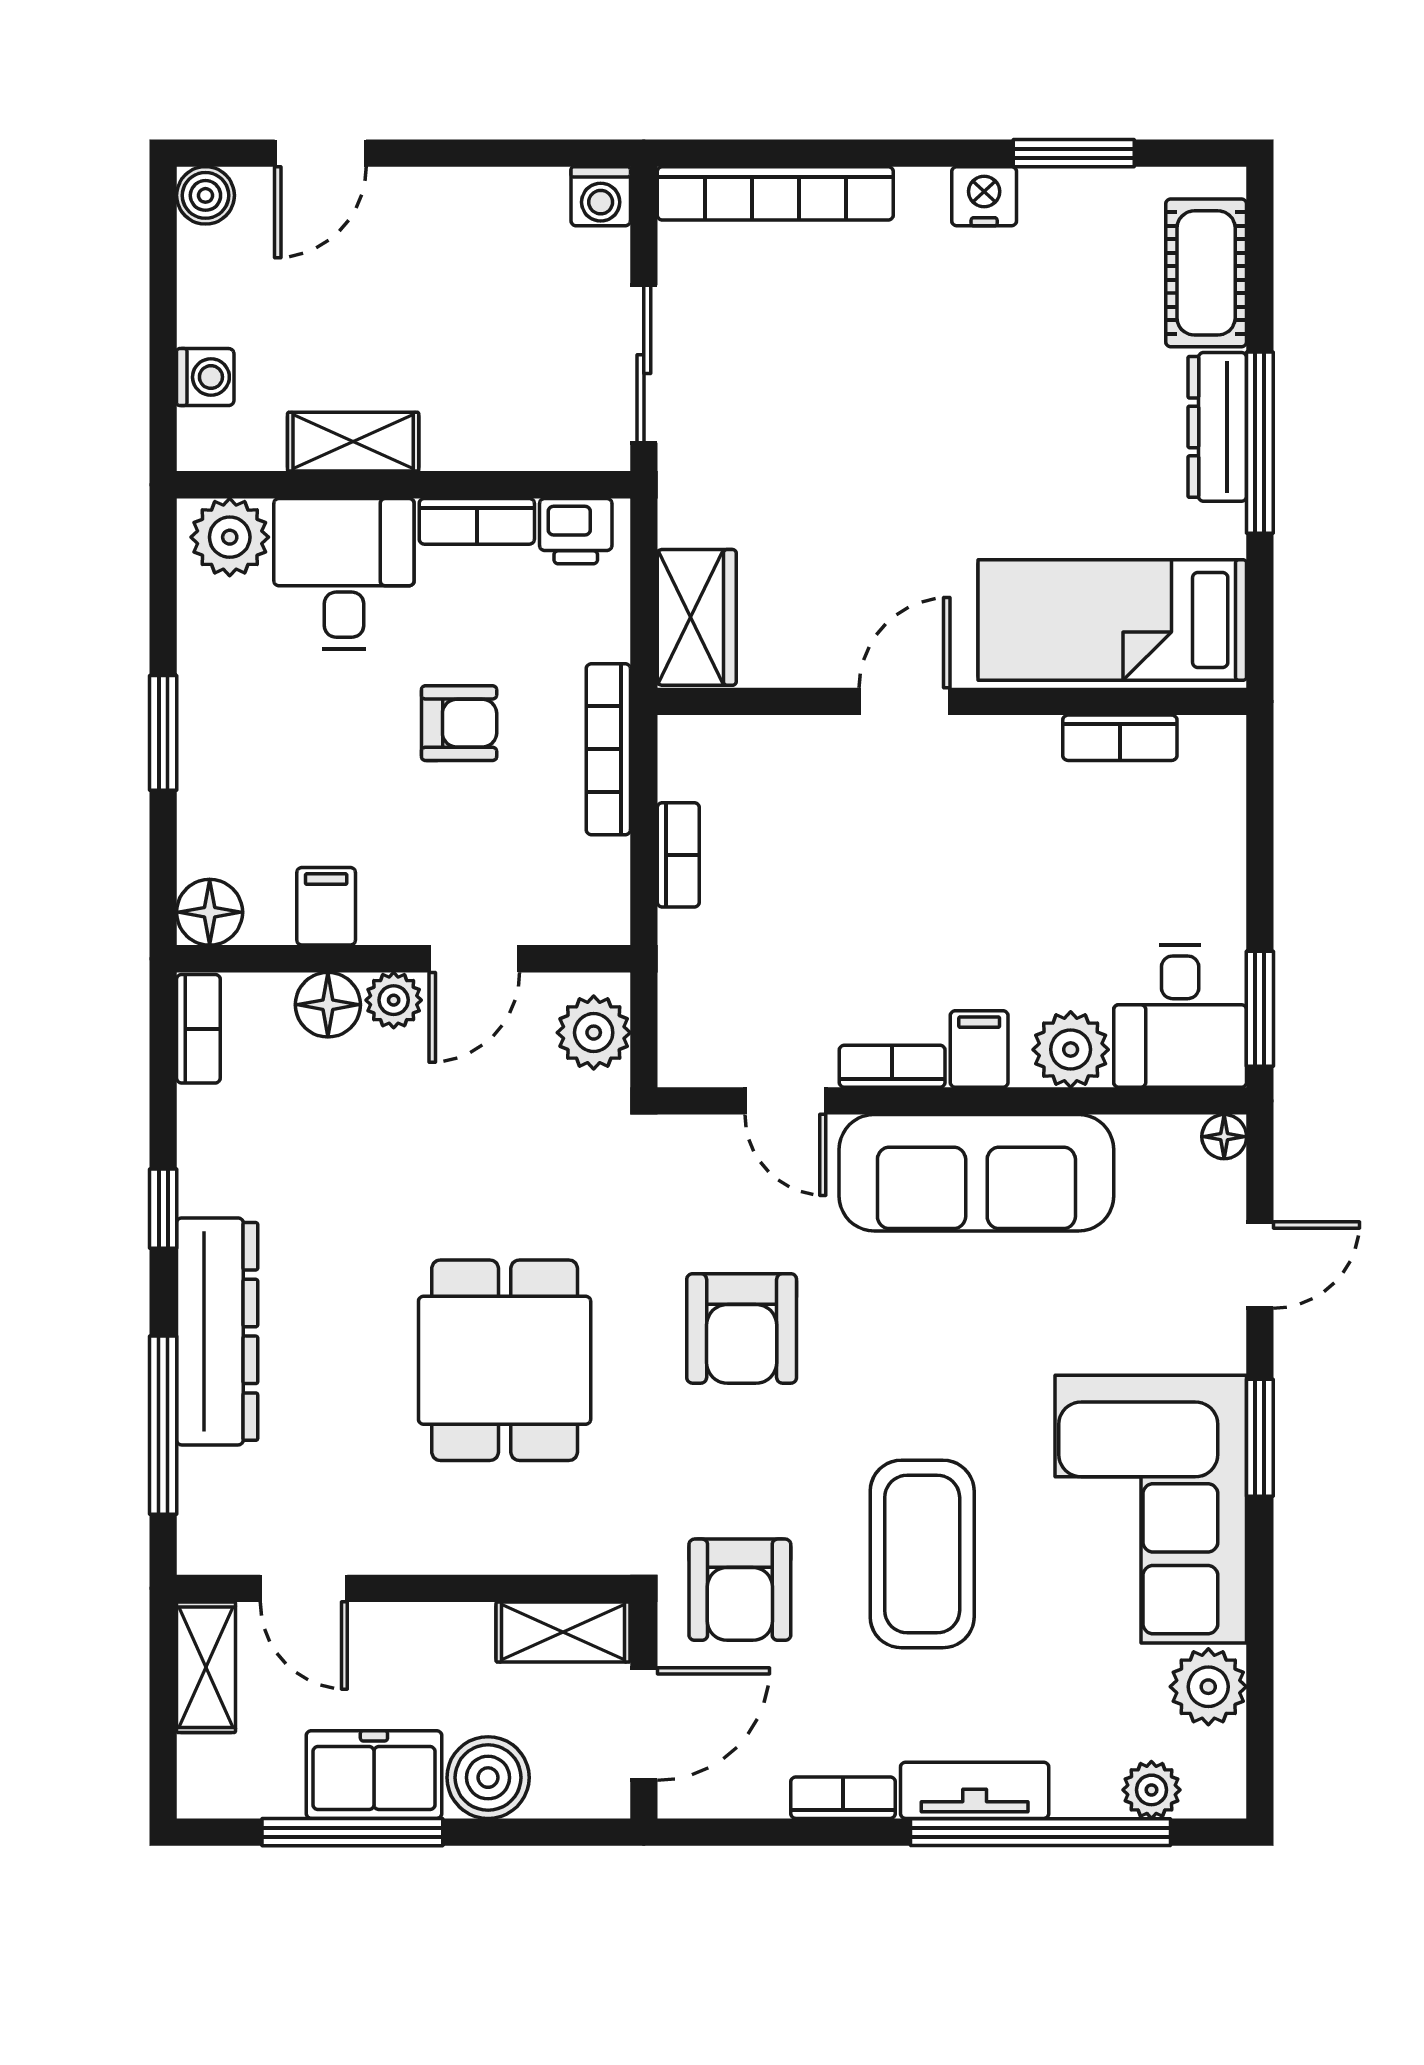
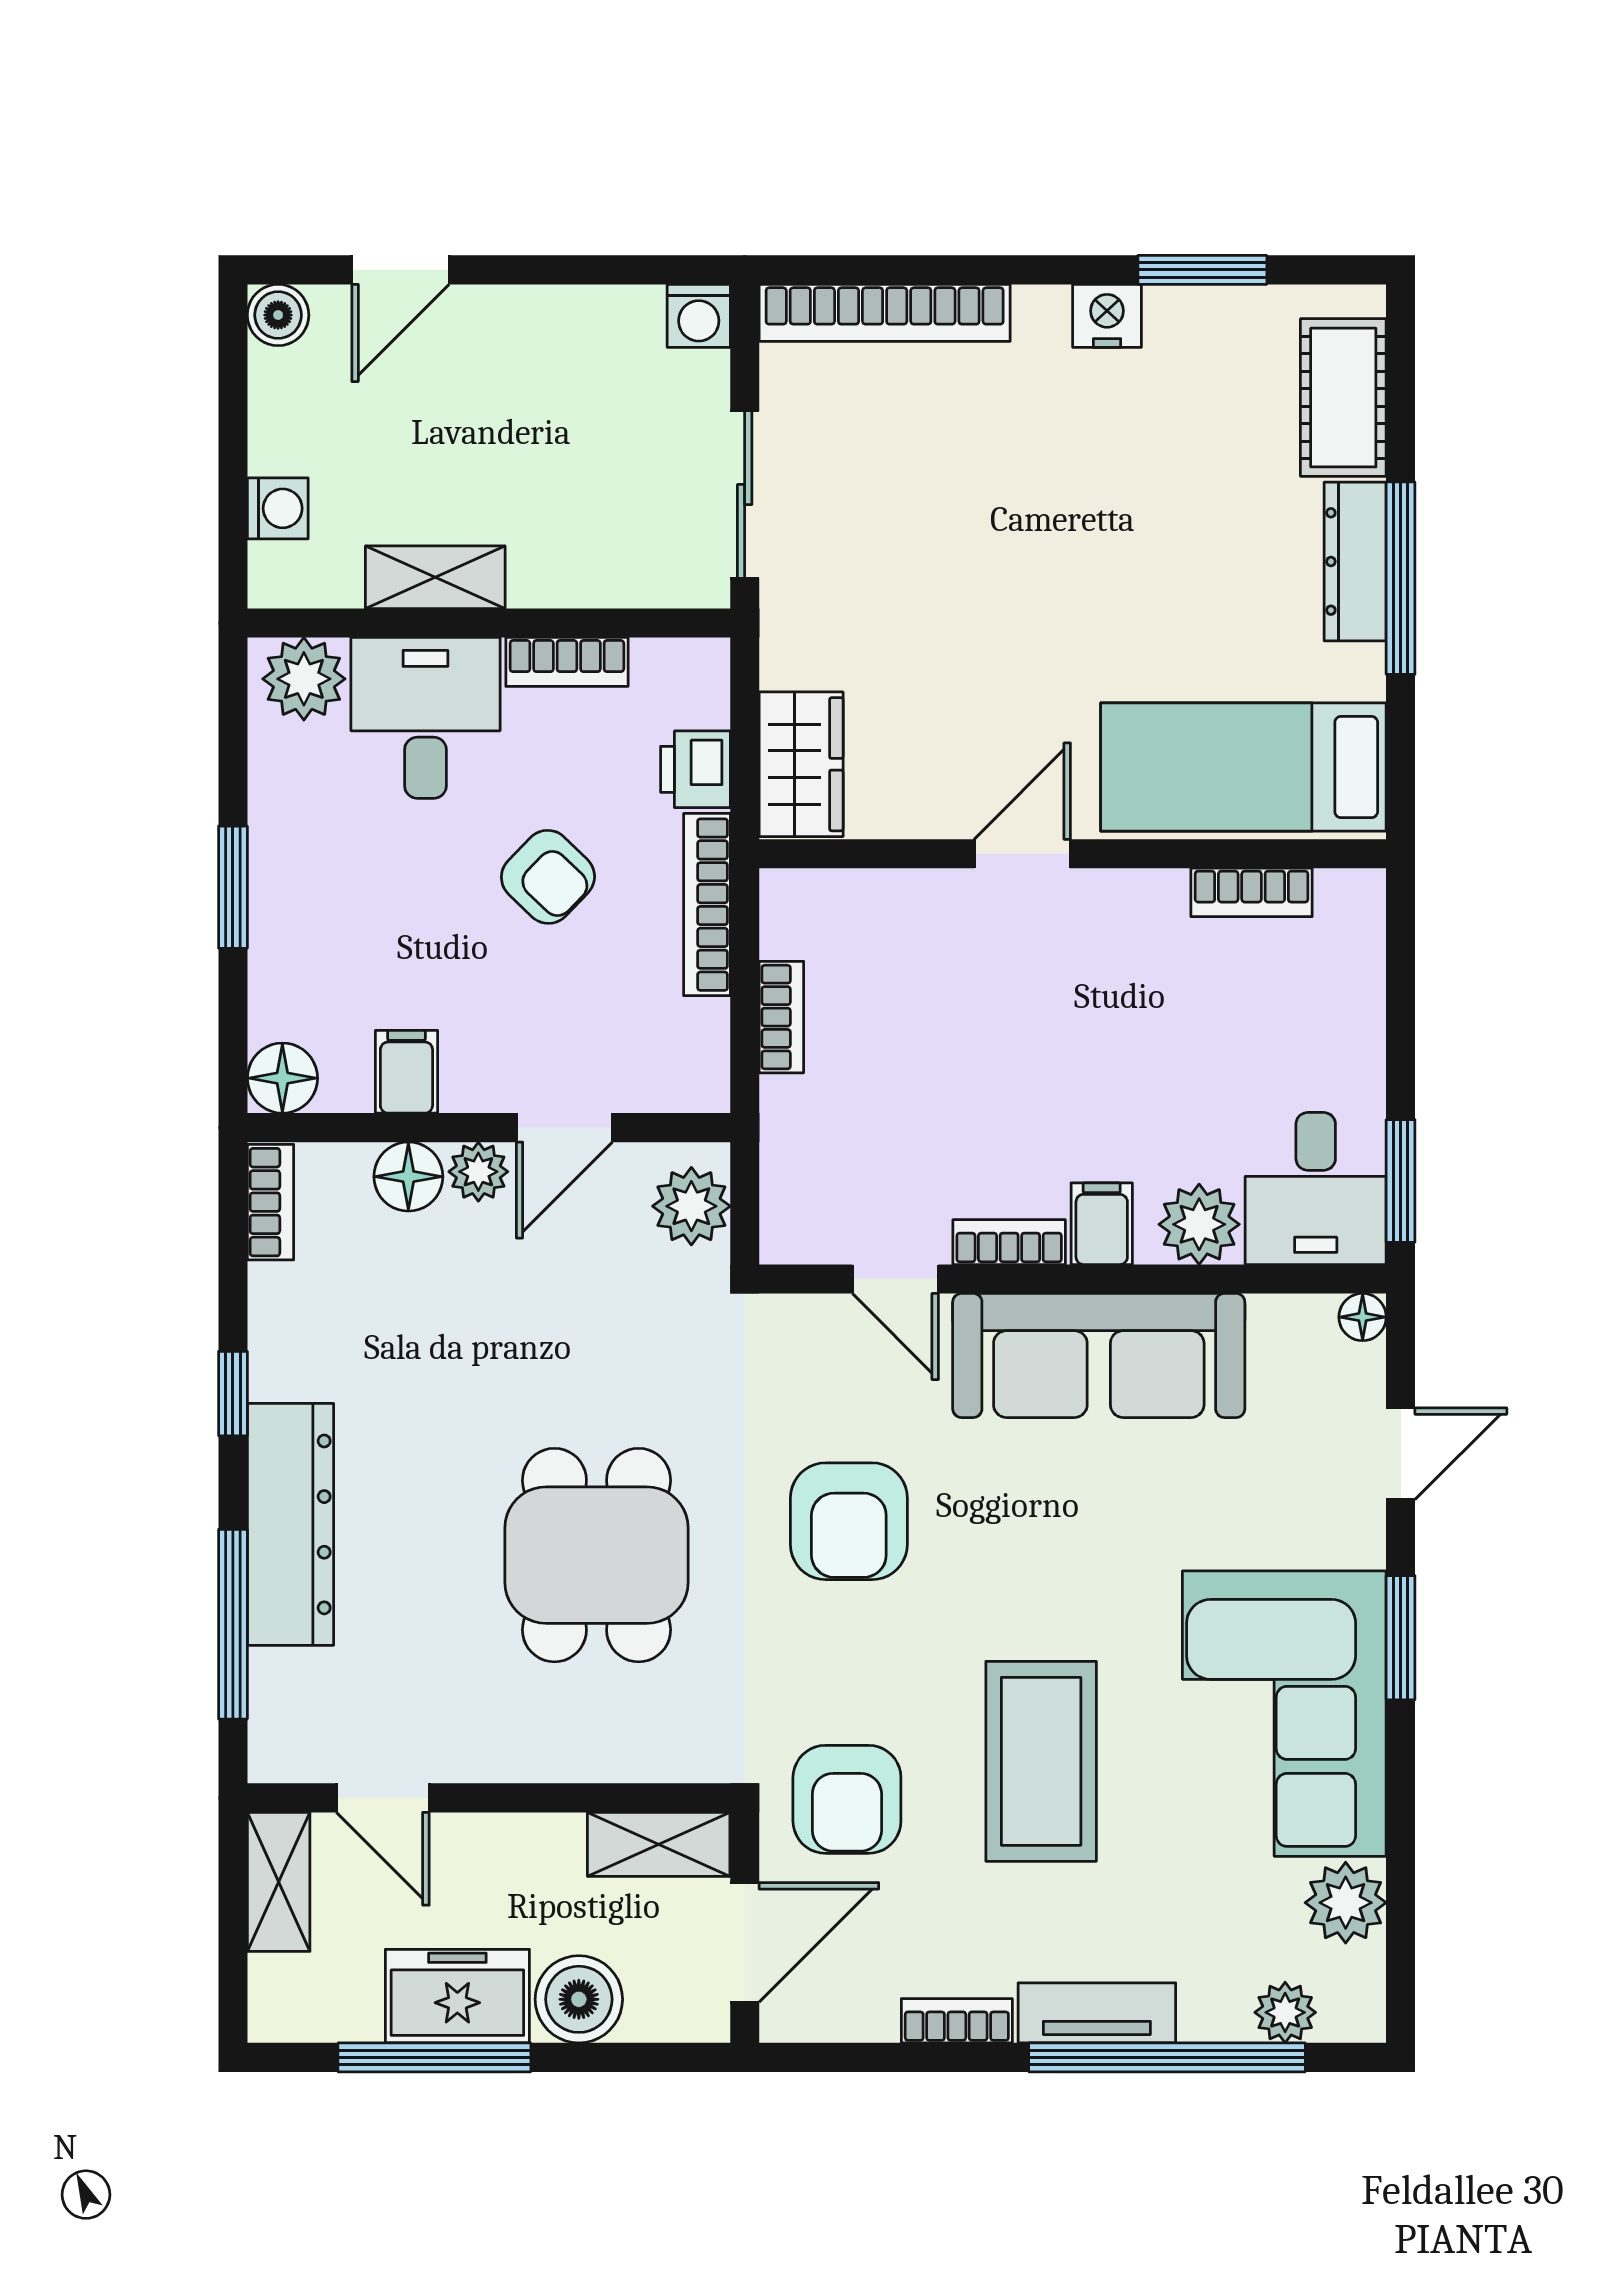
printer: (576, 531) -> (695, 769), moved, turned 90
armchair: (459, 723) -> (548, 877), turned 44

